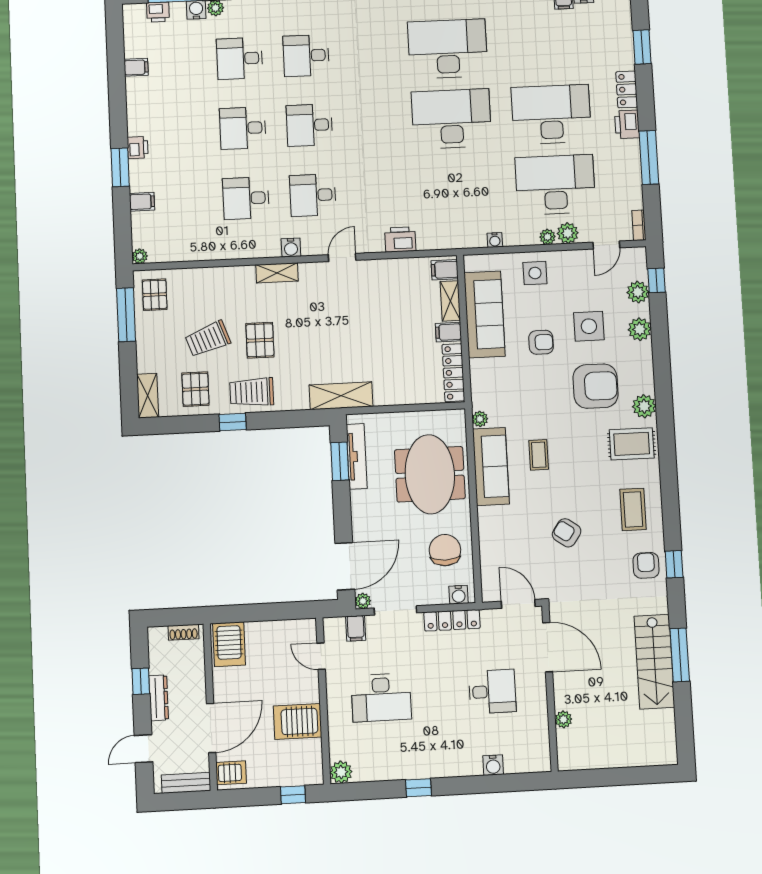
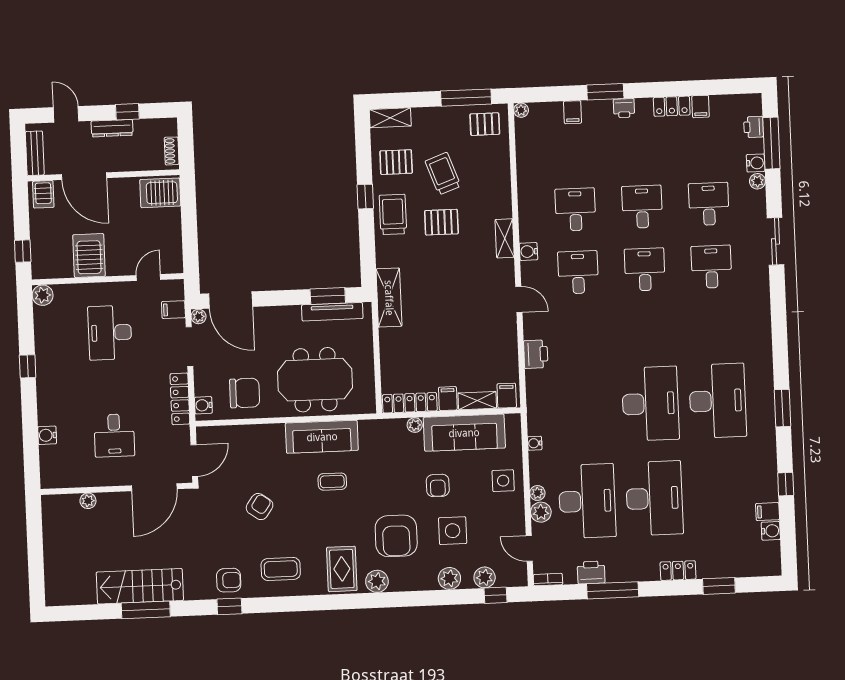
locker: (136, 97) -> (672, 106), added
printer: (627, 124) -> (591, 572), moved
plant: (480, 419) -> (415, 425), moved

